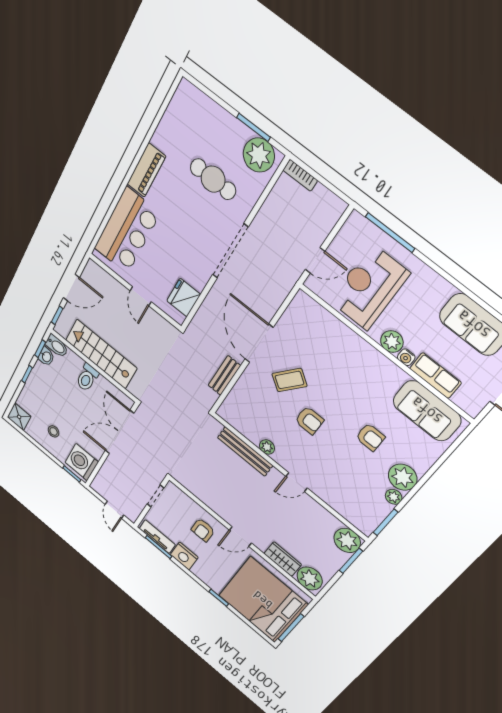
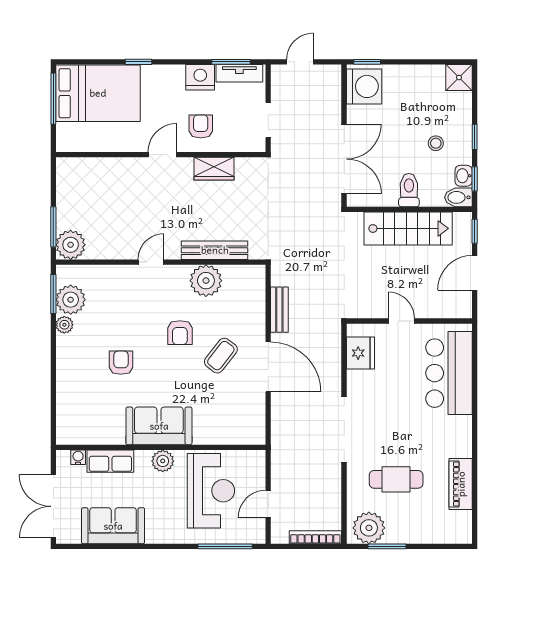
piano: (146, 170) -> (461, 484), moved
bookcase: (300, 175) -> (315, 537), width x1.56
door: (315, 260) -> (268, 504), moved
water cooler: (406, 357) -> (78, 457), moved
sofa: (427, 411) -> (159, 426), moved
armchair: (309, 420) -> (180, 333), turned -90
stool: (54, 431) -> (436, 143), moved
armchair: (370, 437) -> (121, 363), turned 90
plant: (267, 447) -> (206, 281), width x1.87, depth x1.87
plant: (403, 477) -> (71, 300), moved
door: (114, 510) -> (300, 62), hinge flipped
wardrobe: (283, 559) -> (214, 169), moved
plant: (310, 578) -> (74, 172), removed
bed: (263, 600) -> (98, 93), width x0.73

